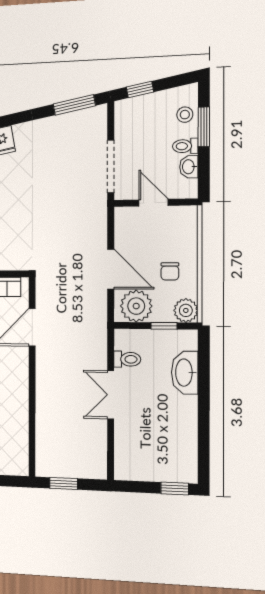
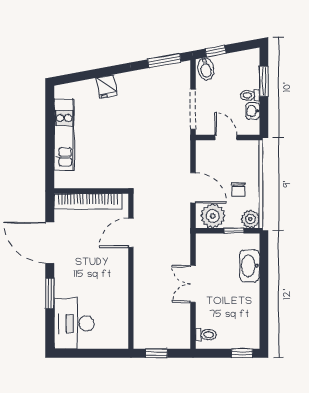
bidet: (127, 113) -> (206, 69), added
stool: (185, 115) -> (250, 72), removed
toilet: (127, 359) -> (206, 335), moved

